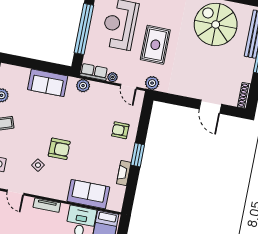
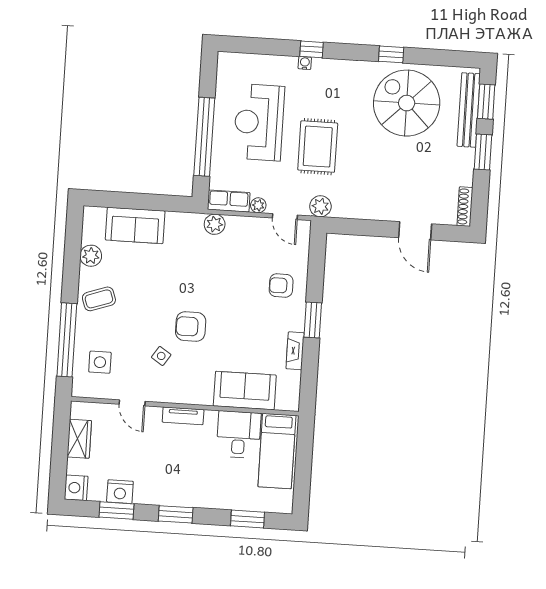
sofa: (48, 83) -> (135, 225), moved
armchair: (59, 149) -> (191, 327), turned 180

